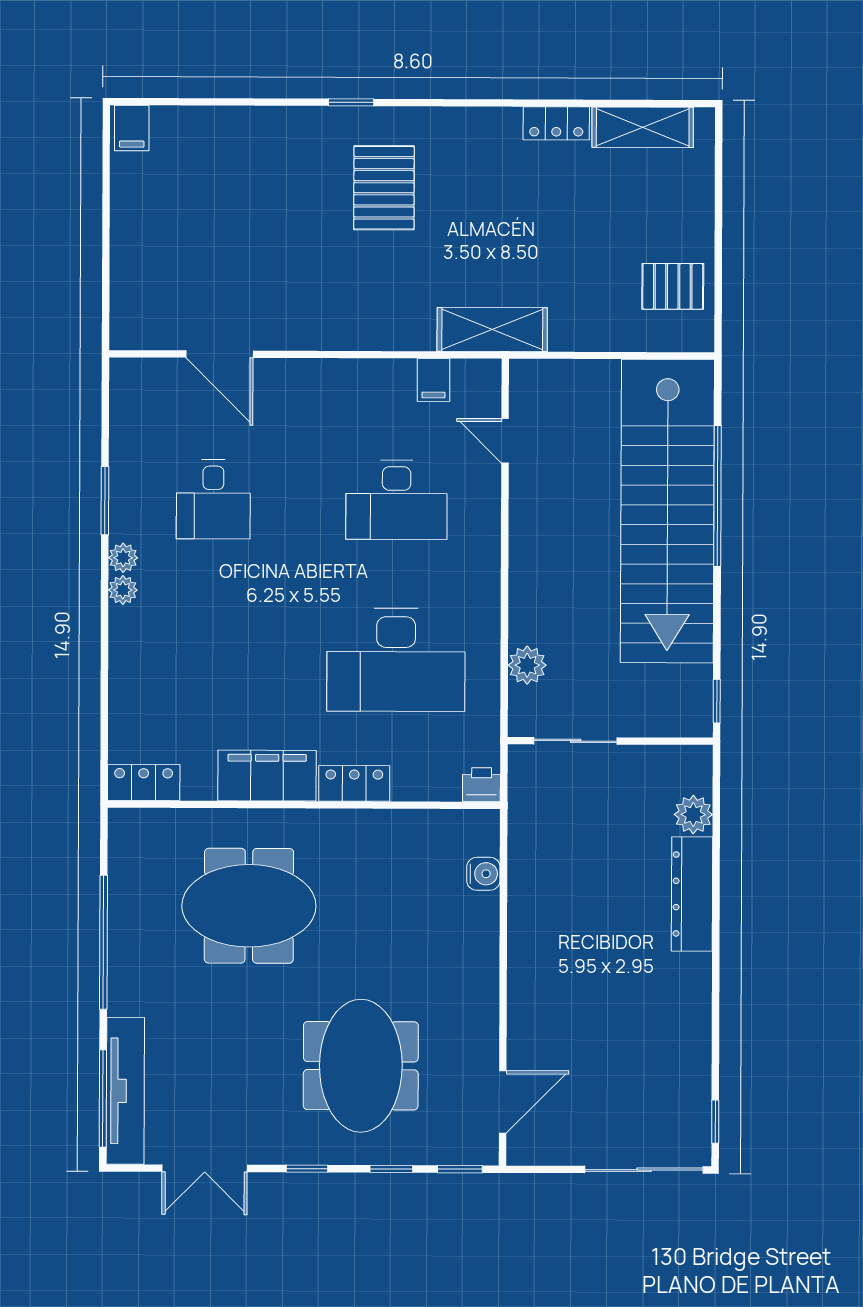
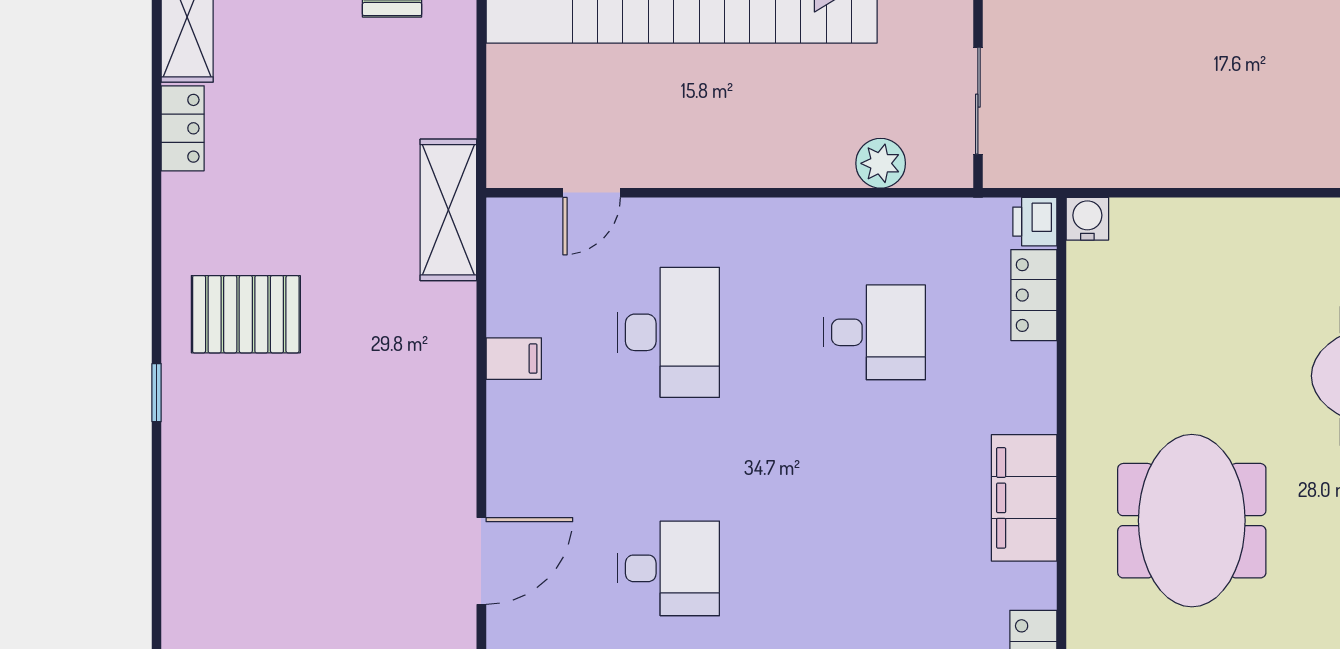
pallet: (384, 188) -> (246, 314), moved
filing cabinet: (433, 380) -> (514, 359), moved
desk: (396, 660) -> (874, 332), width x0.53, depth x0.77
locker: (354, 783) -> (1034, 295), moved
water cooler: (483, 874) -> (1087, 219), moved

